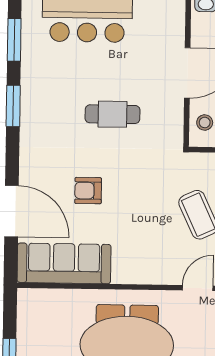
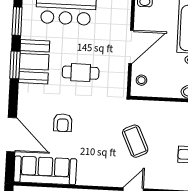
booth: (42, 100) -> (34, 62), added
armchair: (88, 191) -> (63, 123), turned -90

